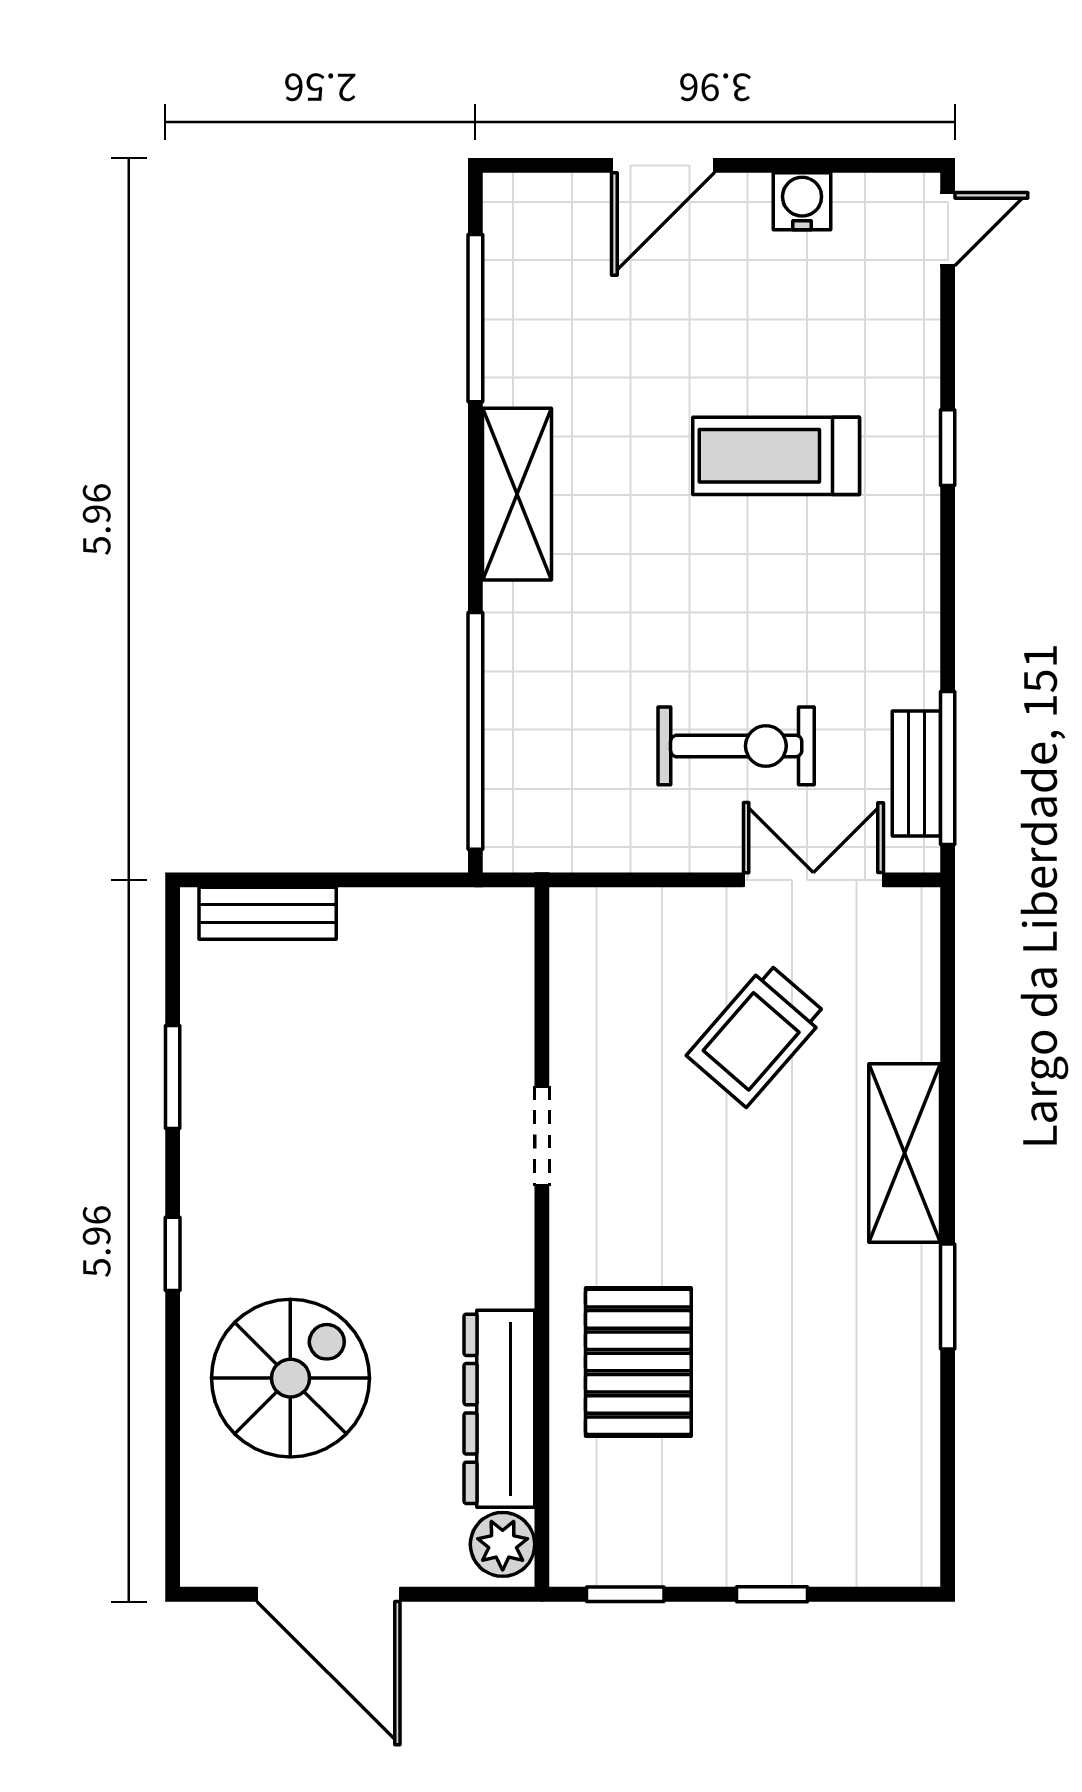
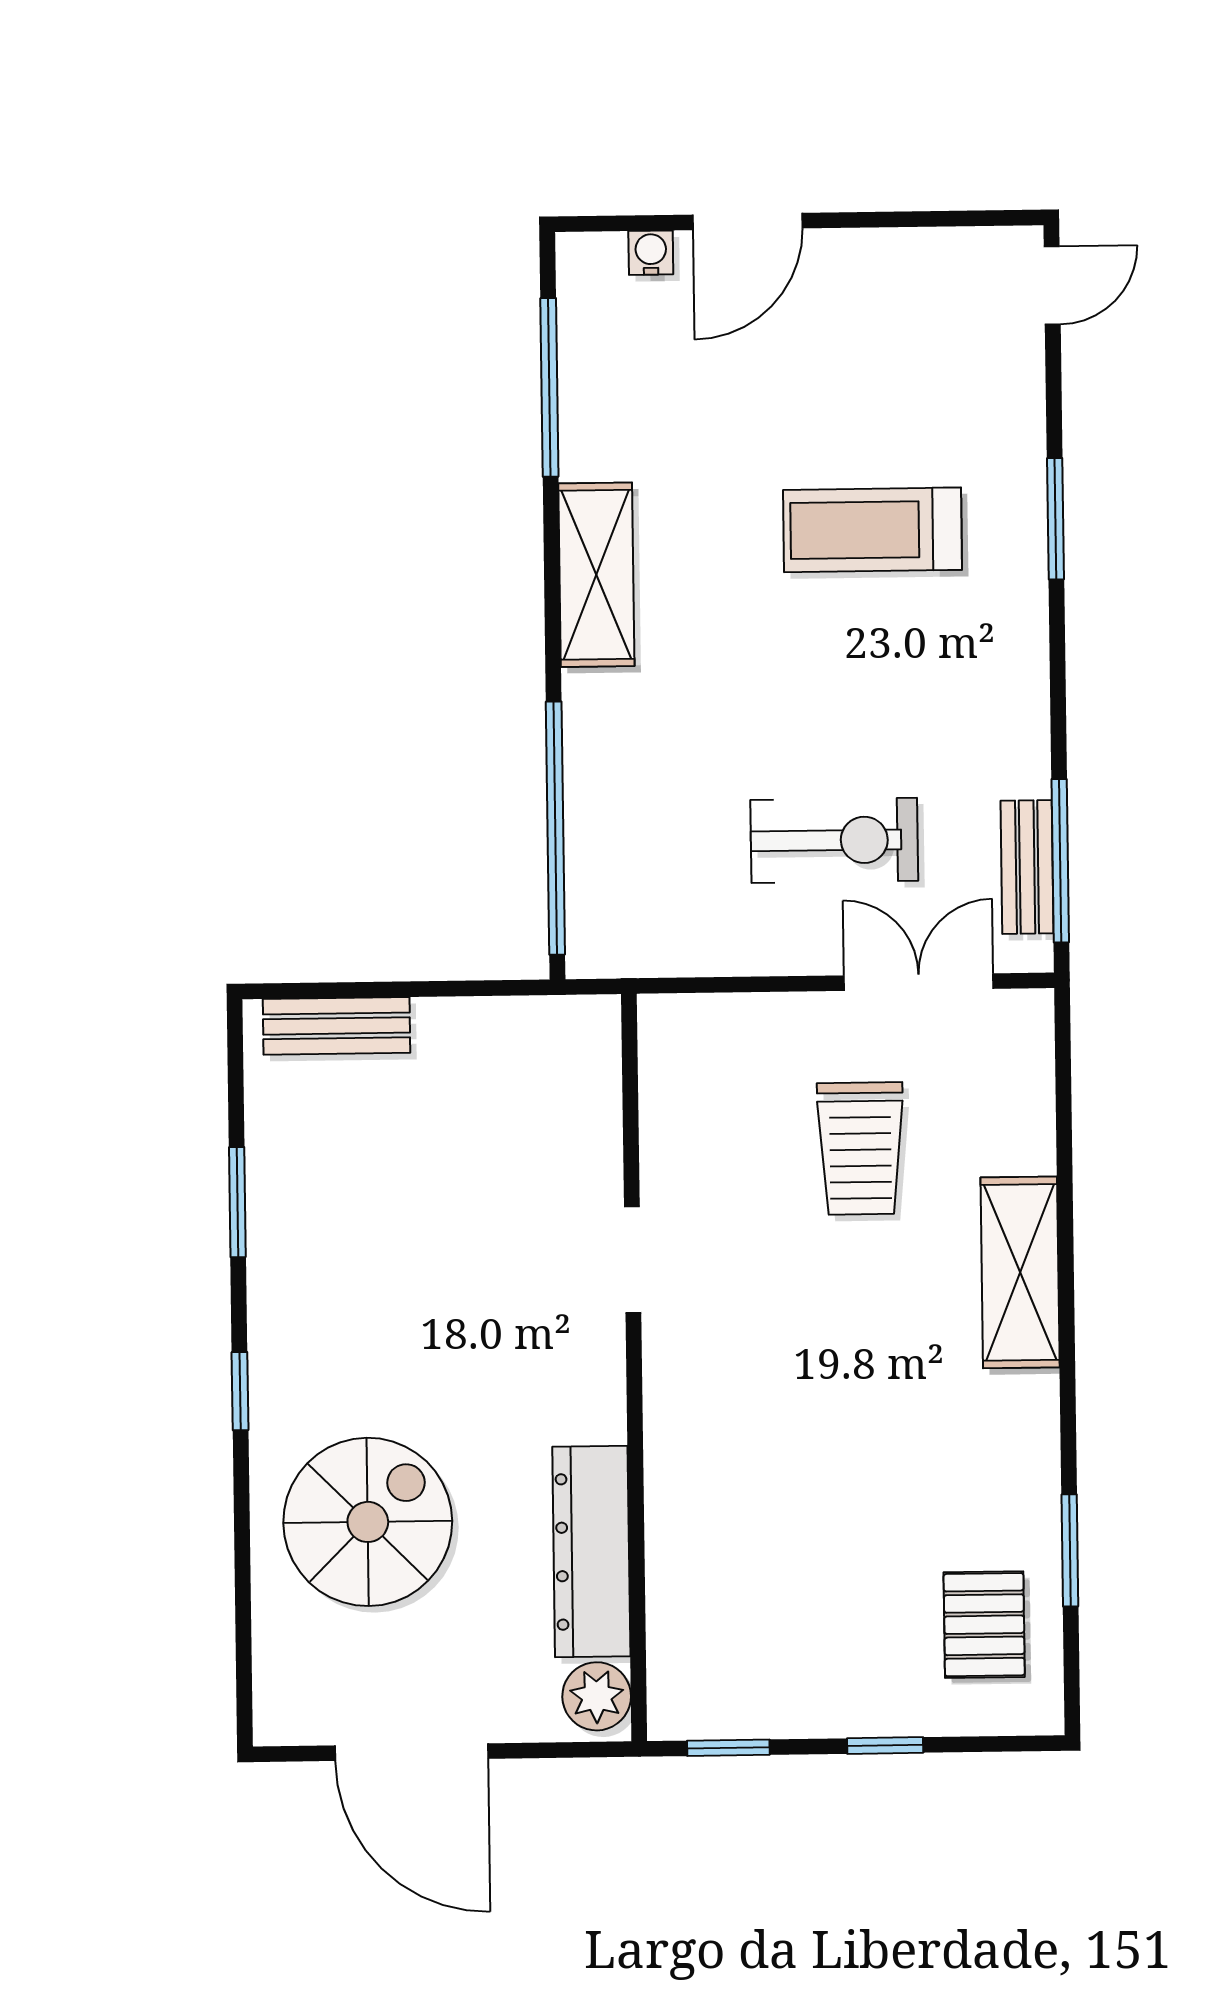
water cooler: (802, 201) -> (651, 253), moved, width x0.72, depth x0.72
window: (948, 448) -> (1055, 519), width x1.50
trolley: (757, 1035) -> (860, 1148), turned -41
window: (948, 1296) -> (1070, 1550), moved
pallet: (638, 1362) -> (984, 1625), moved, width x0.67, depth x0.71

